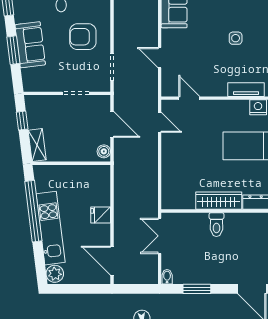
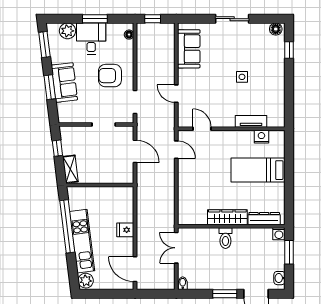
boiler: (104, 151) -> (128, 175), removed
window: (197, 289) -> (225, 294), moved

